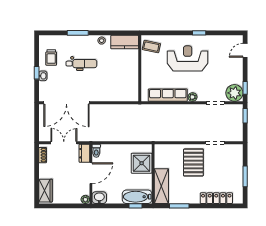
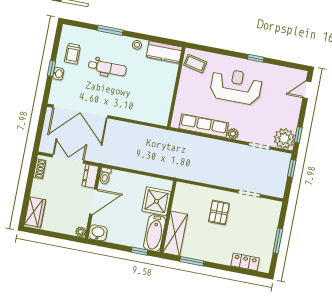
pallet: (193, 163) -> (219, 212), width x0.67, depth x0.71
bathtub: (137, 197) -> (155, 233), moved, turned -90
locker: (216, 198) -> (245, 262), width x0.66

